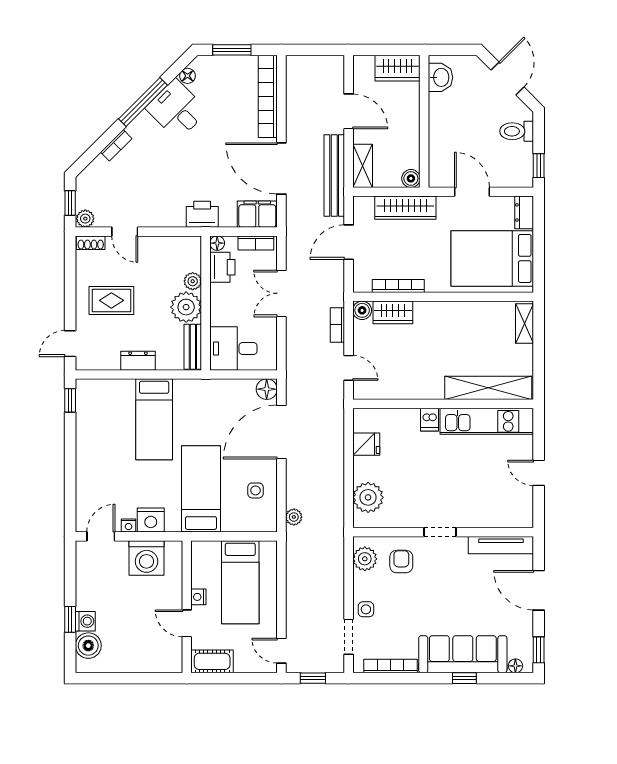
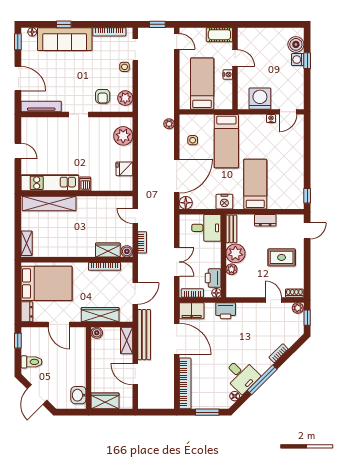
nightstand: (151, 520) -> (224, 202), moved, turned 180

